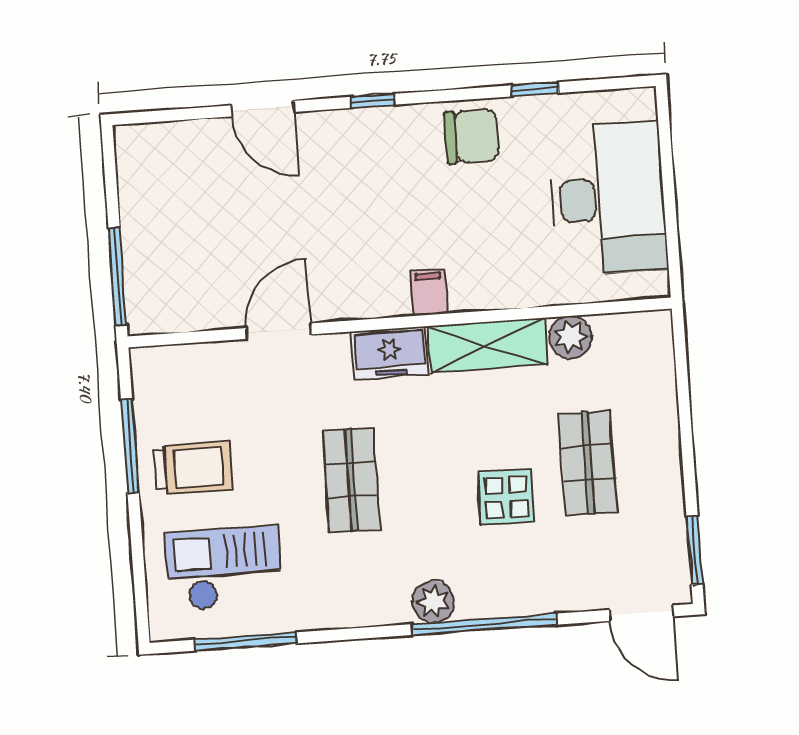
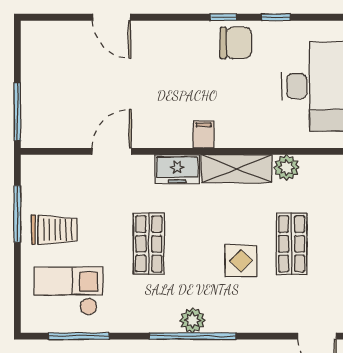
window: (372, 101) -> (223, 17), moved
window: (484, 624) -> (193, 336), moved

